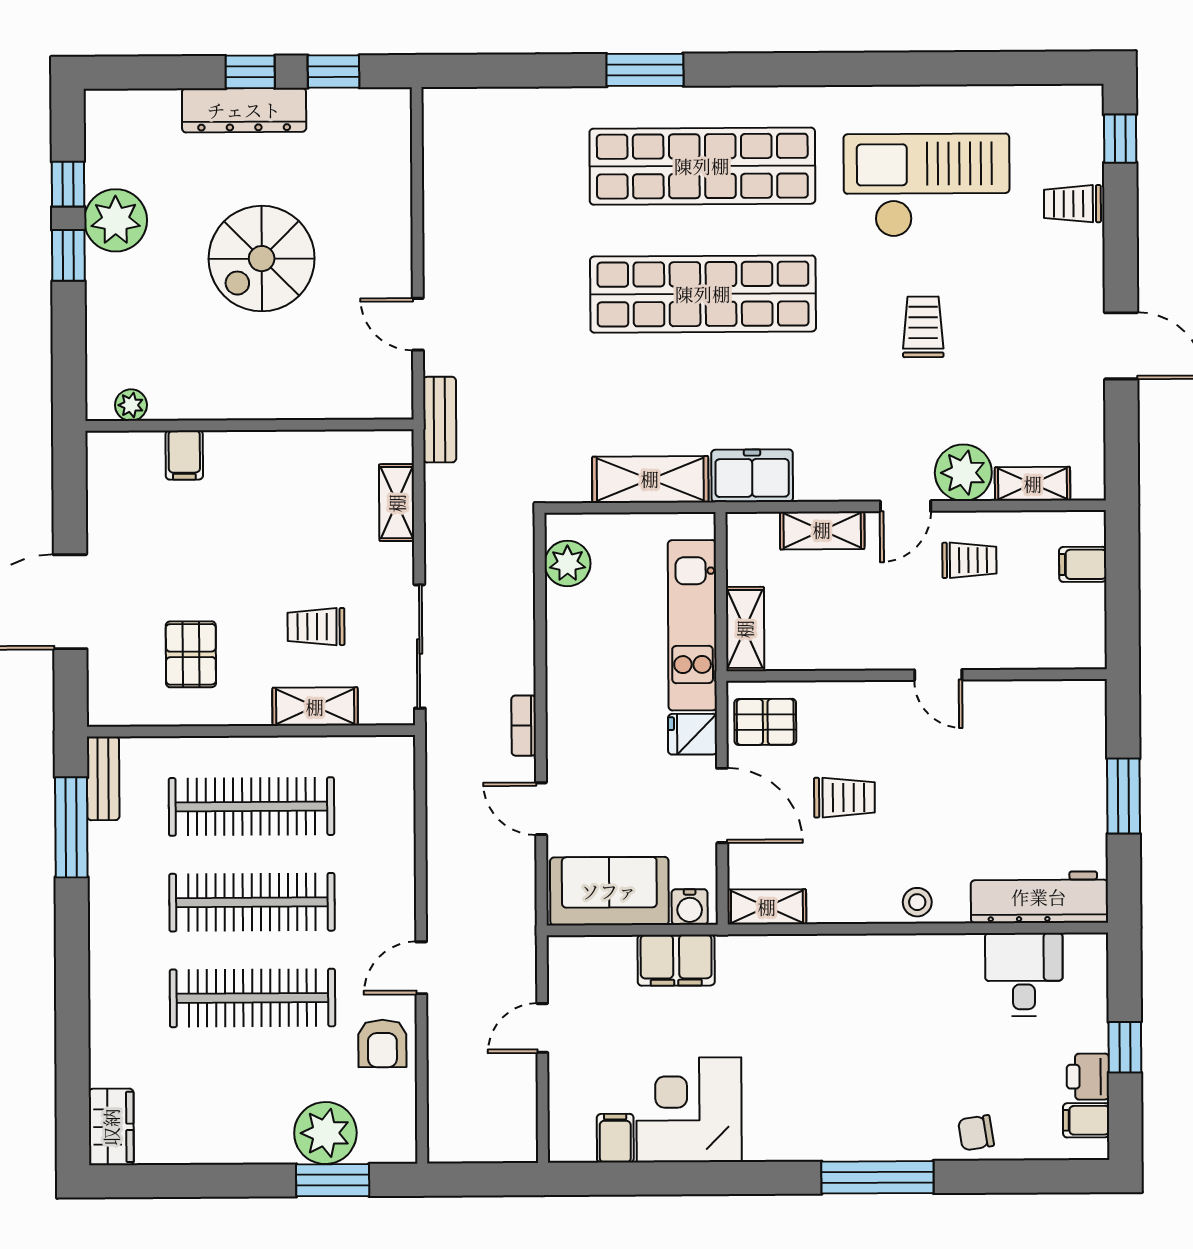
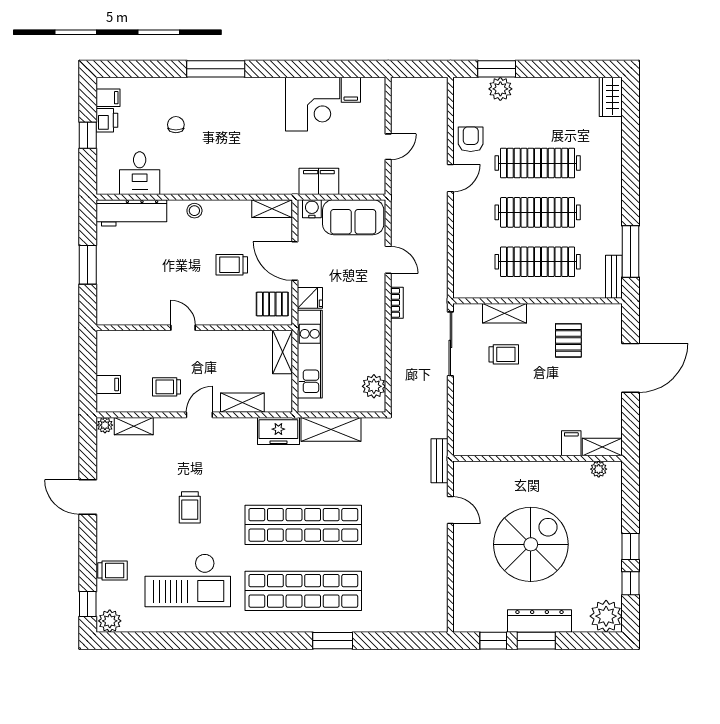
window: (250, 72) -> (536, 641), width x1.50
plant: (1077, 106) -> (110, 621), added
plant: (116, 220) -> (606, 616), moved
spiral stairs: (262, 259) -> (531, 544), width x1.37, depth x1.37
plant: (963, 473) -> (105, 425), moved, width x0.53, depth x0.53
shelving: (397, 503) -> (602, 447), moved, turned 90
plant: (325, 1133) -> (500, 89), width x0.73, depth x0.73
chair: (976, 1133) -> (176, 125), moved, turned -81

